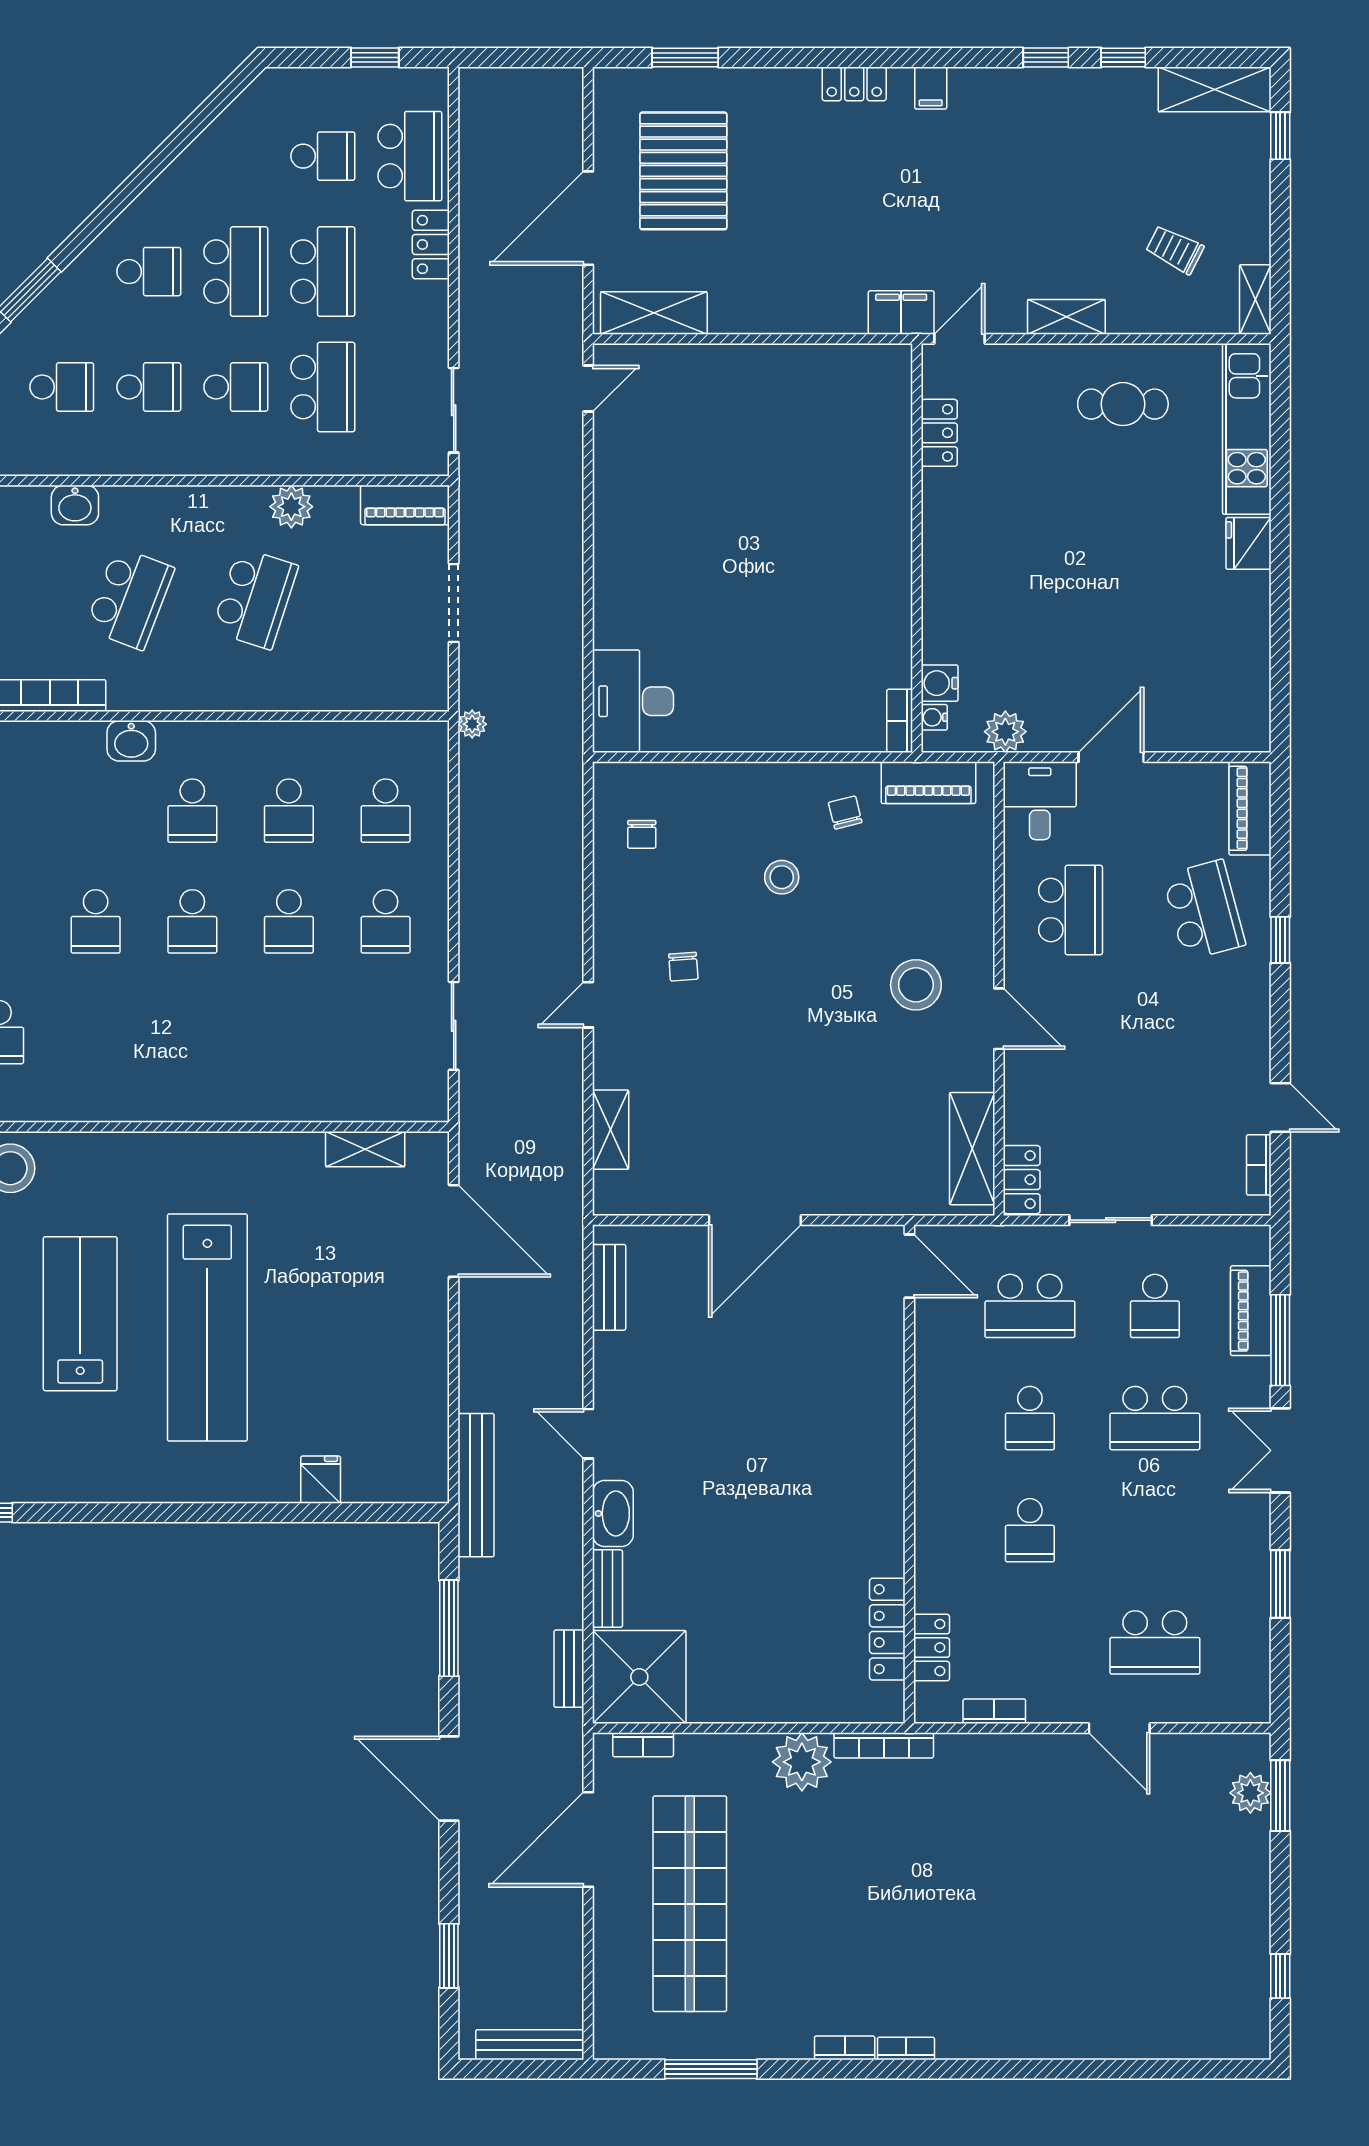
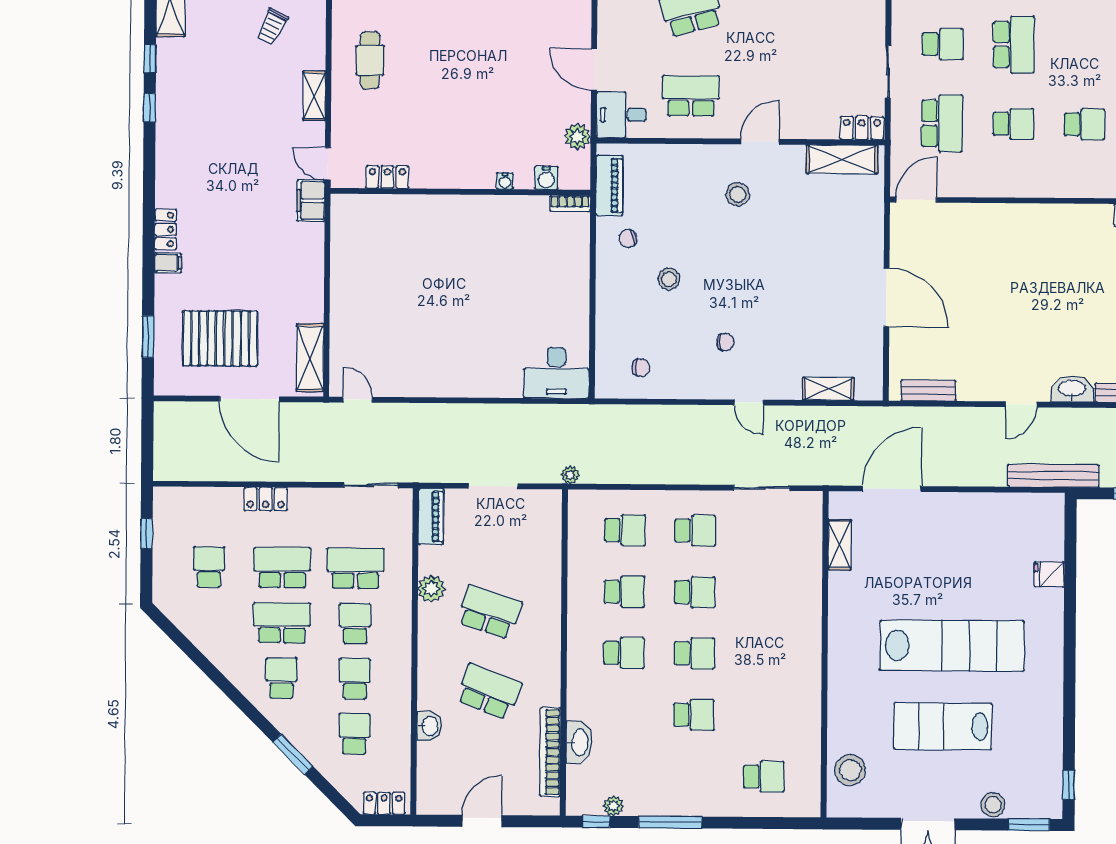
filing cabinet: (931, 88) -> (168, 263), moved
school desk: (410, 156) -> (209, 512), removed
water cooler: (934, 717) -> (505, 181), moved
washbasin: (131, 741) -> (579, 742), moved, width x1.38
stool: (916, 985) -> (738, 194), width x0.73, depth x0.73

